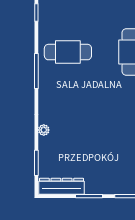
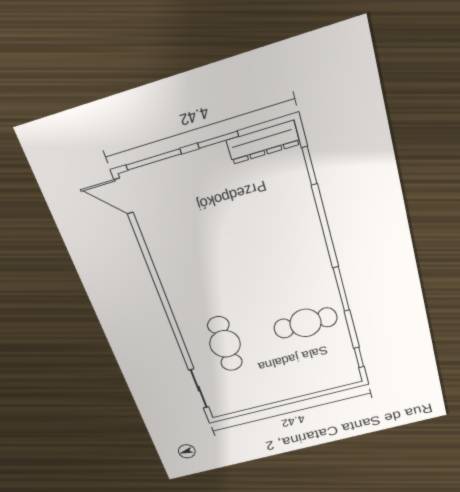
plant: (44, 130) -> (311, 215), removed

